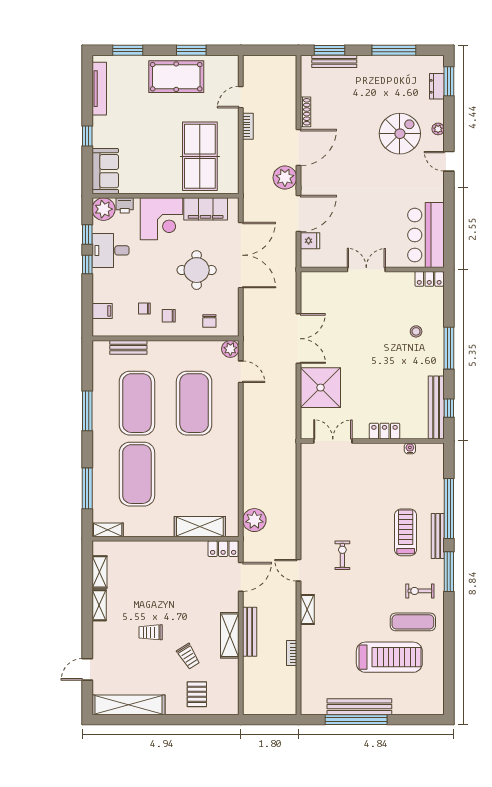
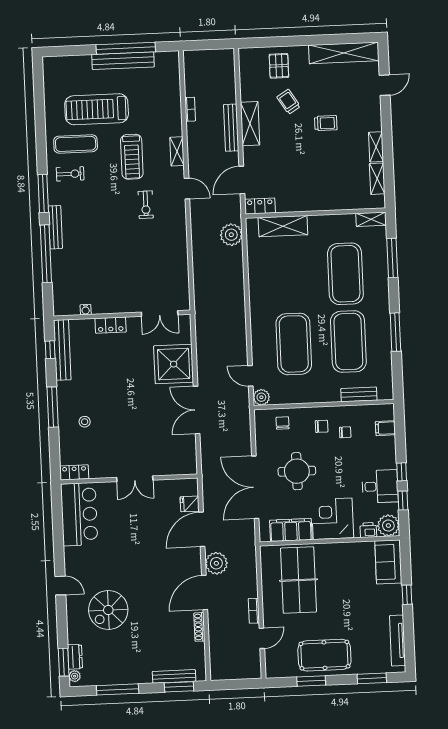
plant: (438, 129) -> (75, 676), moved
treadmill: (406, 532) -> (132, 157), moved

